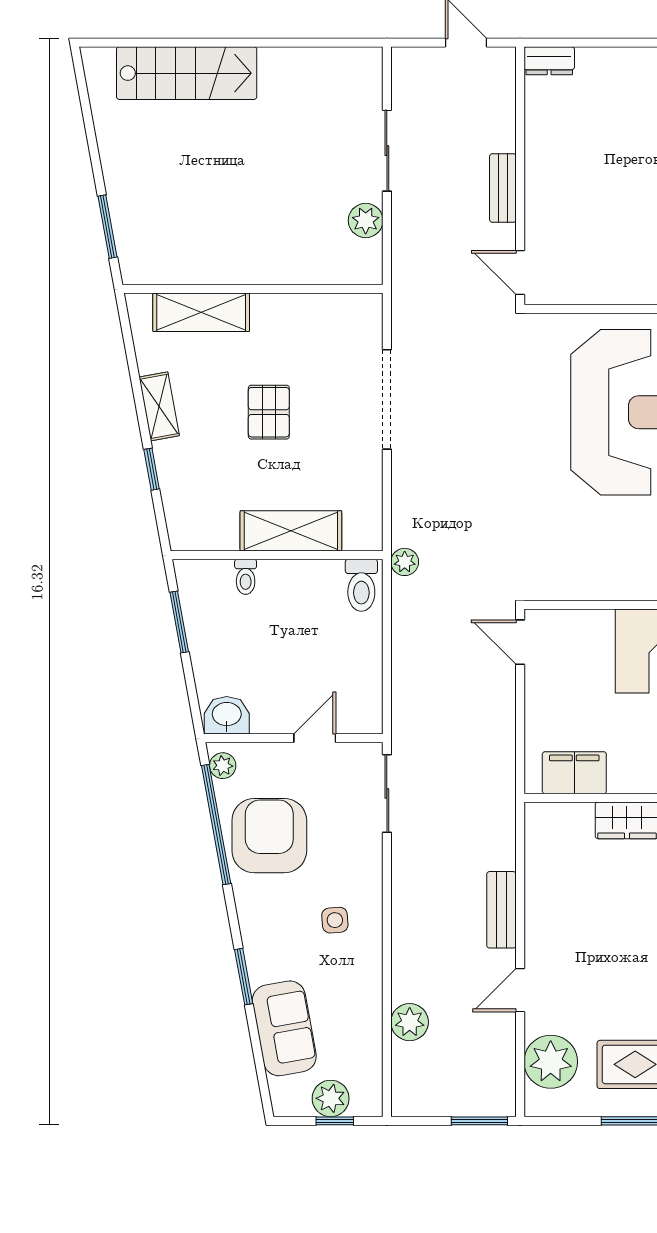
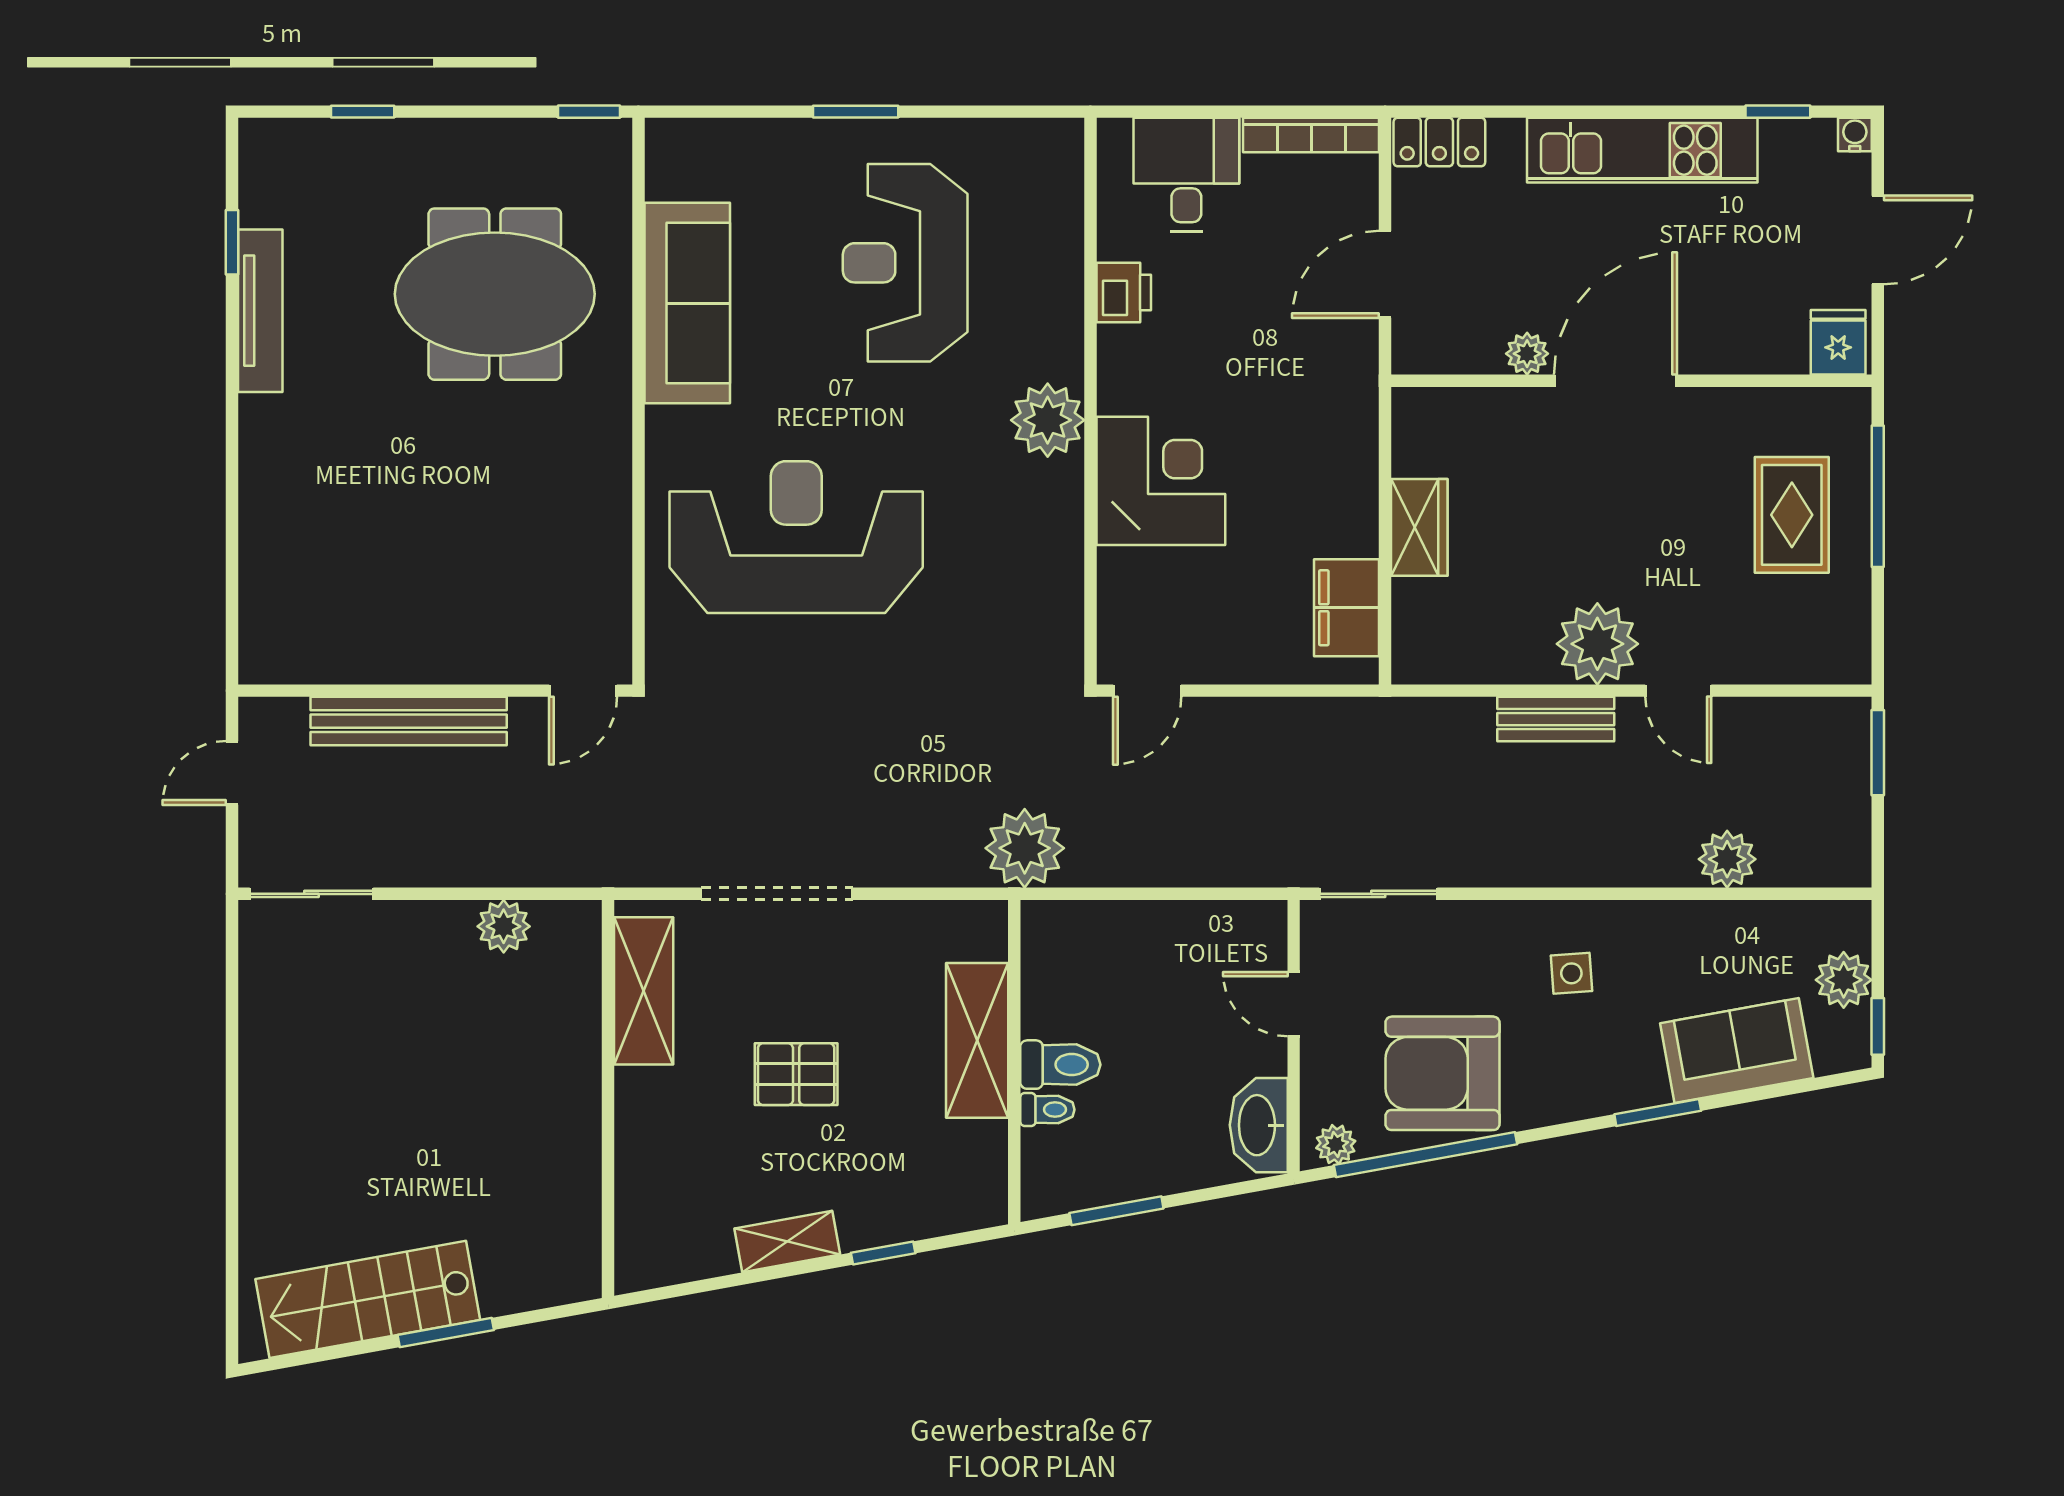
dresser: (549, 61) -> (260, 646), removed
stairs: (187, 73) -> (368, 1299), moved, turned -100
sliding door: (387, 151) -> (311, 894), moved
bench: (503, 188) -> (409, 721), width x1.86, depth x1.21
window: (108, 227) -> (446, 1332), moved
shelving: (201, 312) -> (644, 991), moved
plant: (405, 562) -> (1025, 848), width x1.87, depth x1.87
toilet: (361, 585) -> (1060, 1065), moved
washbasin: (227, 715) -> (1259, 1125), width x1.38
plant: (551, 1062) -> (1597, 644), moved
window: (335, 1121) -> (1878, 1026), moved

